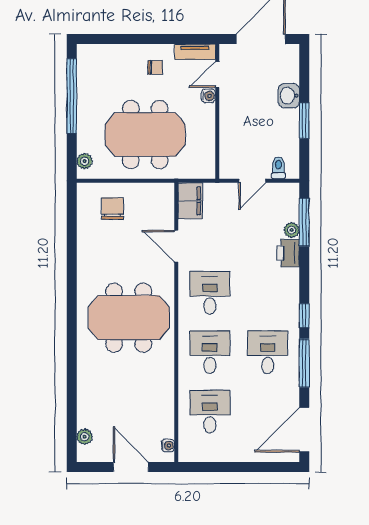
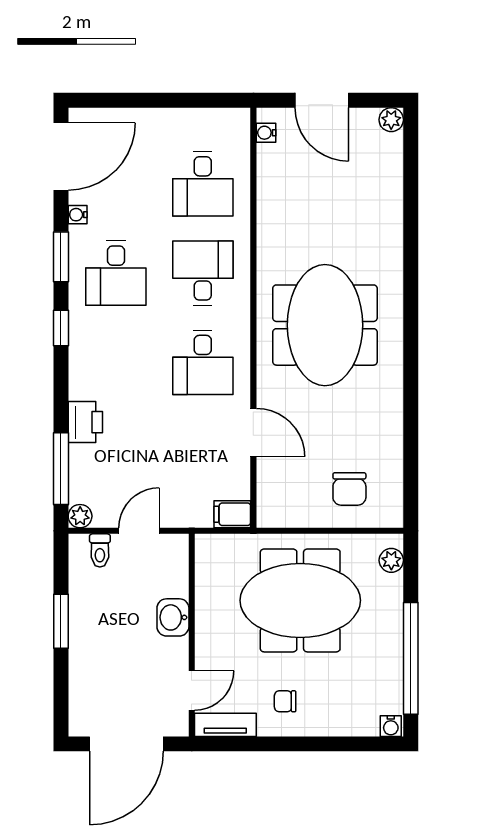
water cooler: (208, 96) -> (391, 726), moved, turned -90
washbasin: (289, 96) -> (173, 617), moved, turned 180
filing cabinet: (190, 201) -> (232, 514), width x0.50
plant: (292, 230) -> (80, 516), moved
meeting table: (129, 318) -> (325, 325), turned 90
desk: (210, 352) -> (203, 273), turned 180
window: (304, 363) -> (61, 257), width x0.69
water cooler: (293, 391) -> (78, 215), added
plant: (85, 437) -> (391, 120), moved

